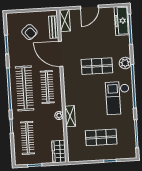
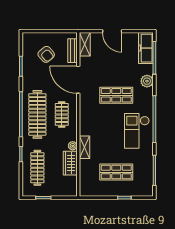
door: (89, 7) -> (112, 31), hinge flipped
plant: (125, 63) -> (147, 81), moved
clothes rail: (47, 87) -> (62, 114), width x0.73
wardrobe: (59, 152) -> (70, 163), moved

